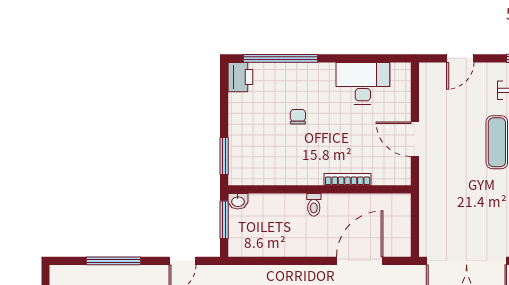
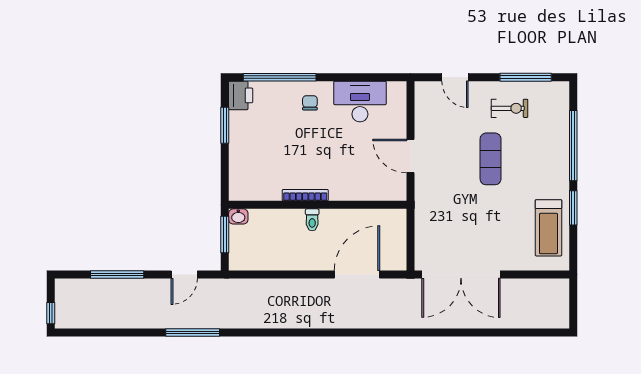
door: (460, 58) -> (455, 77), hinge flipped
chair: (298, 117) -> (310, 103), moved
window: (224, 156) -> (225, 125), moved
bookcase: (348, 179) -> (305, 195), moved

